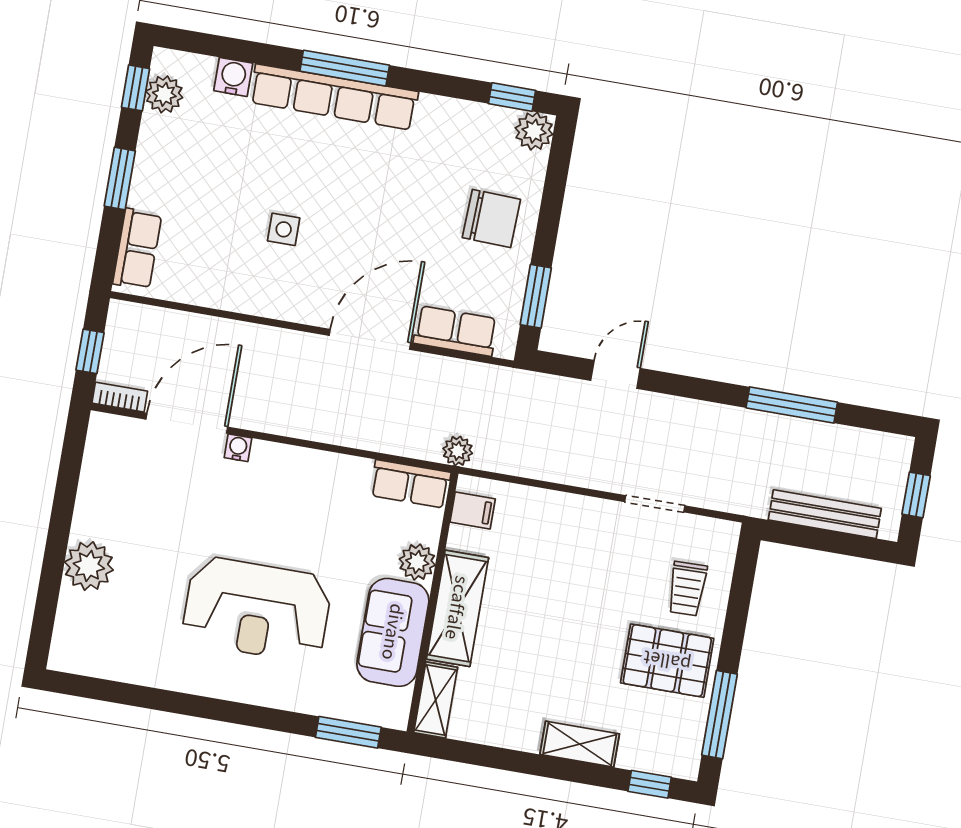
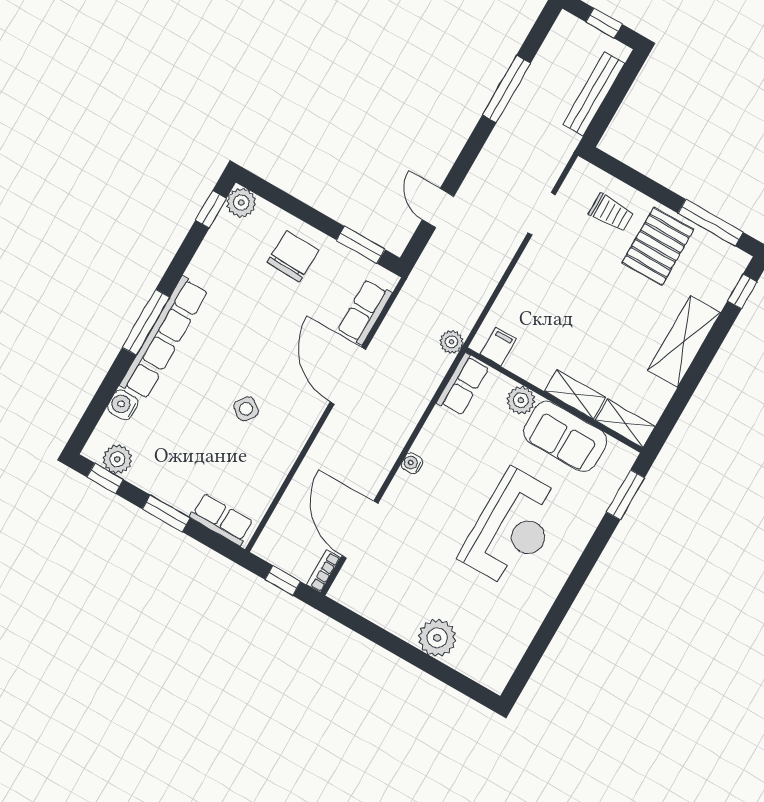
side table: (284, 229) -> (246, 409), turned 38
water cooler: (238, 448) -> (412, 463), moved
shelving: (457, 608) -> (575, 394), width x0.67, depth x0.75
shelving: (580, 744) -> (684, 342), width x1.50, depth x1.33

